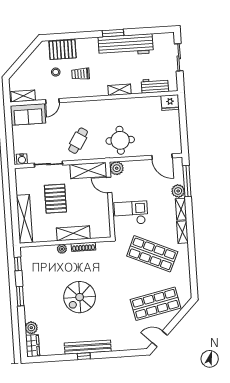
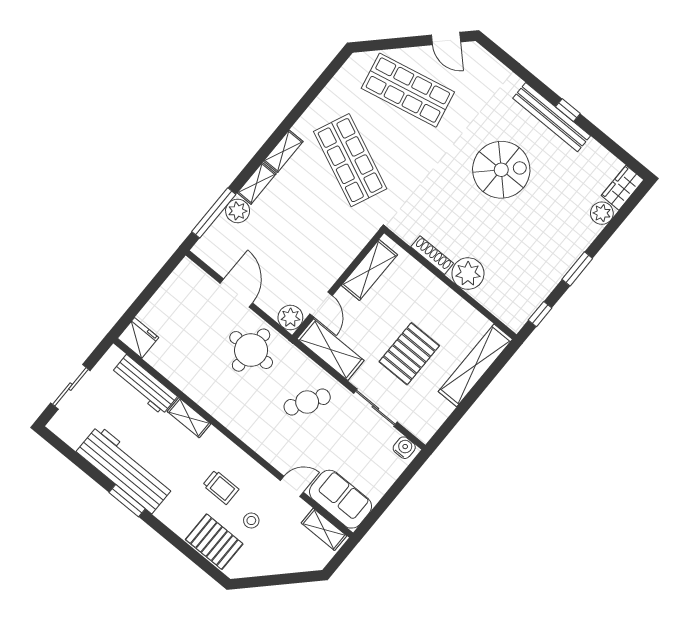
workbench: (155, 86) -> (144, 385), width x1.38
door: (162, 157) -> (236, 293), moved
checkout: (131, 213) -> (327, 240), removed
shelving: (73, 233) -> (369, 270), moved, turned 90
plant: (62, 249) -> (468, 274), width x1.88, depth x1.88
spiral stairs: (80, 297) -> (501, 170), moved

